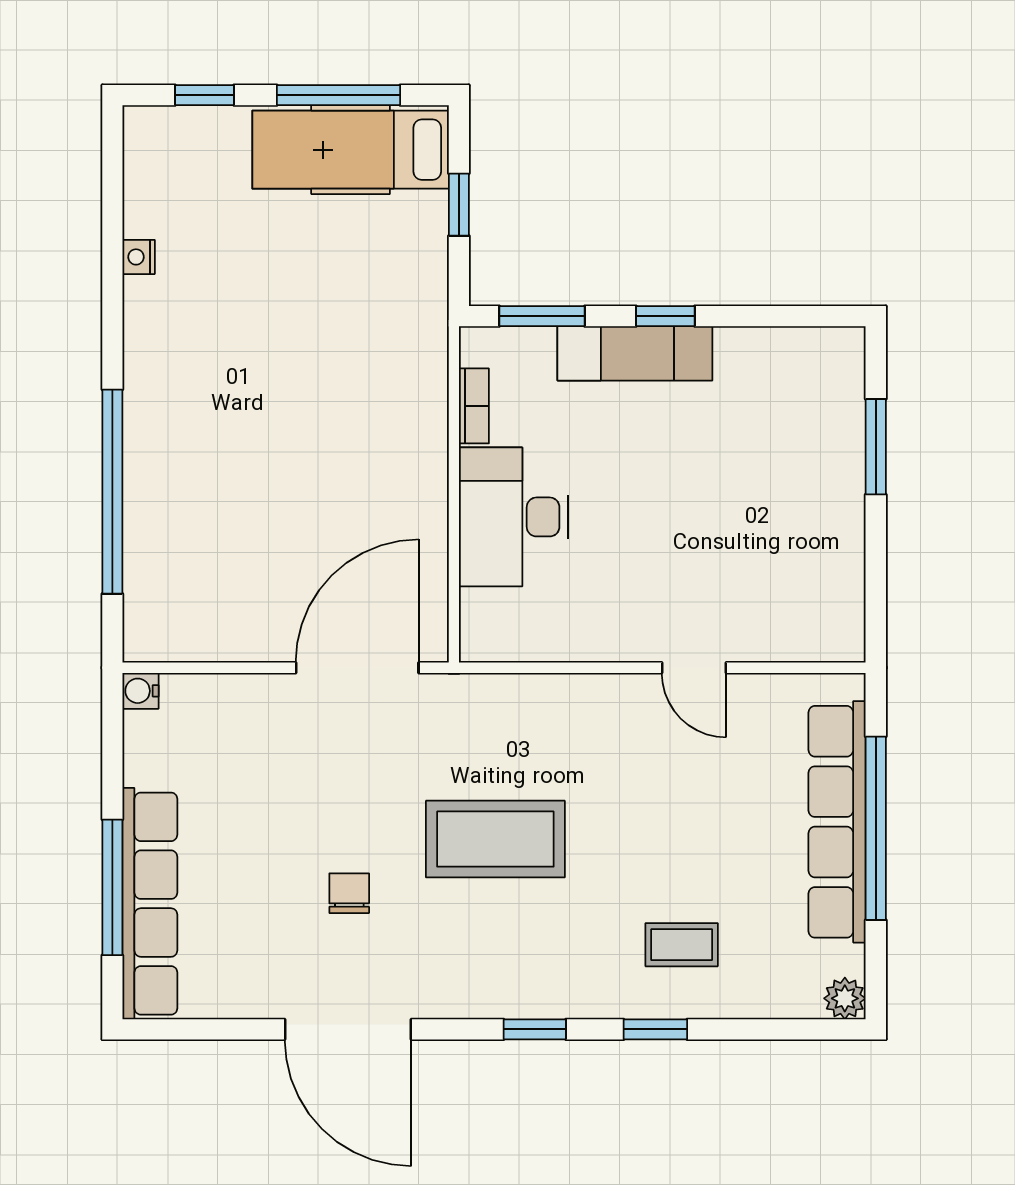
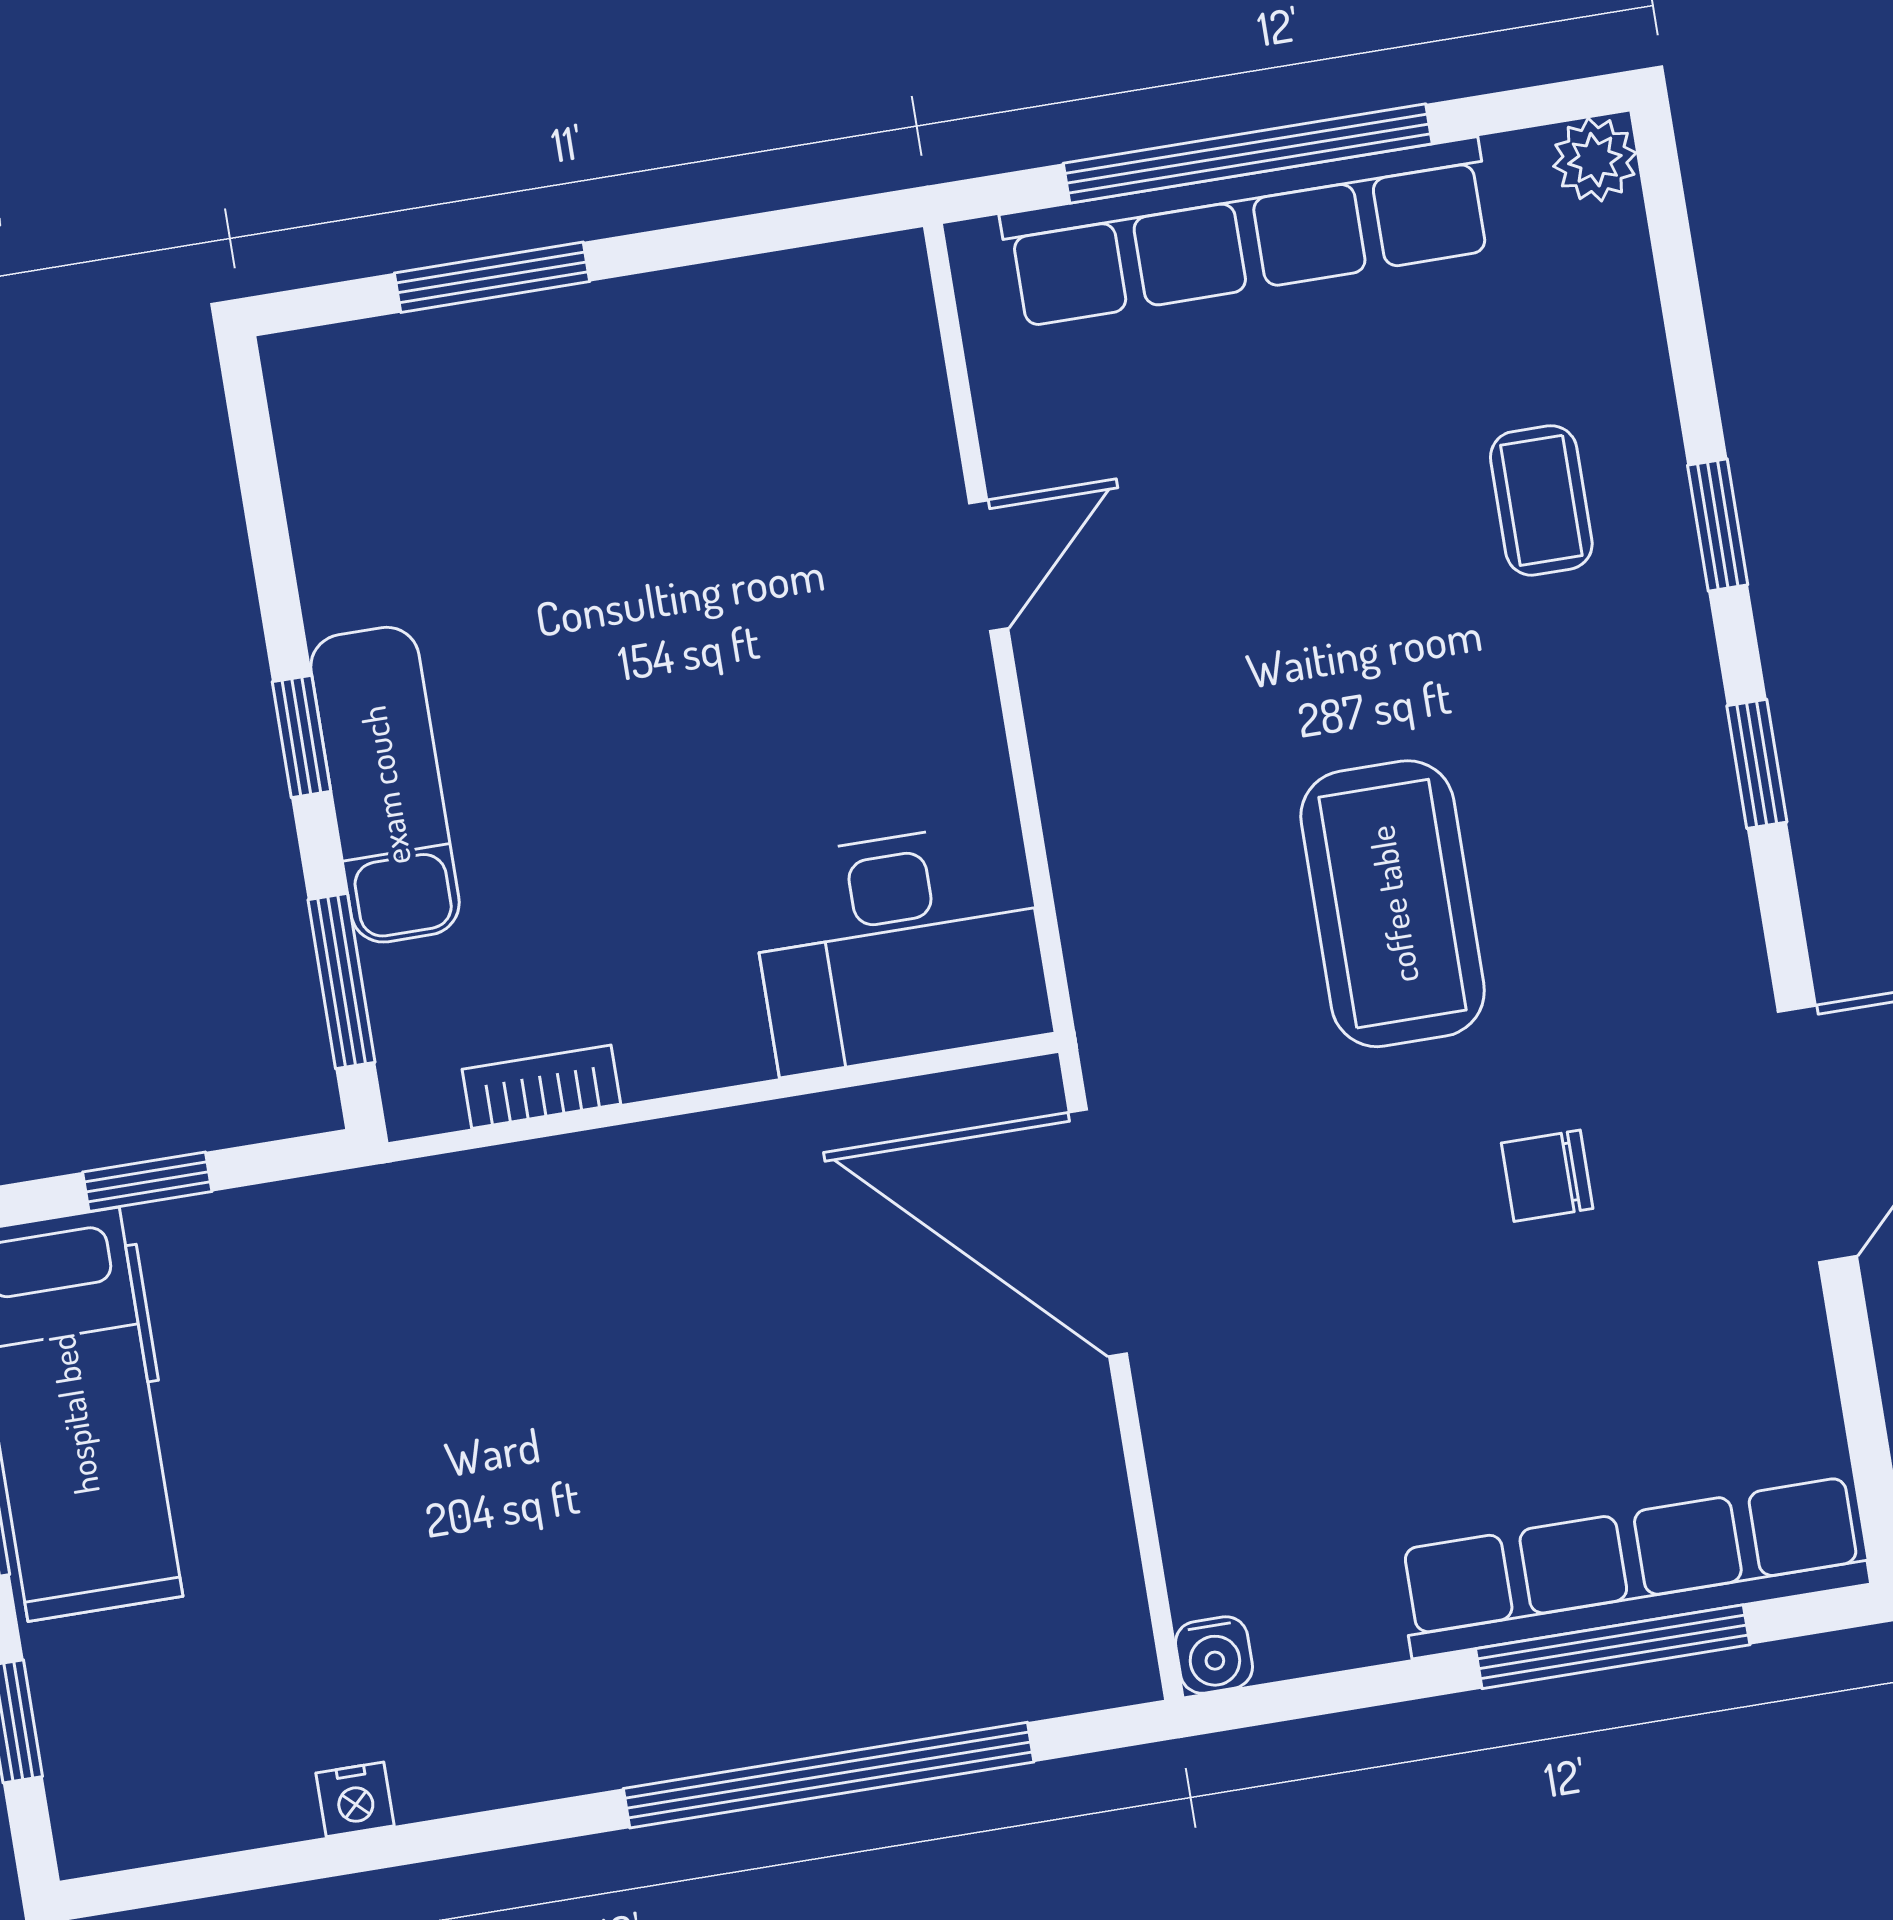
desk: (514, 517) -> (900, 947), moved

